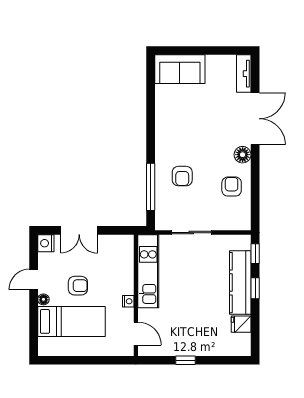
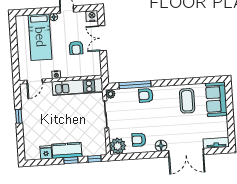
coffee table: (179, 112) -> (187, 101), added
armchair: (182, 176) -> (146, 95), moved
armchair: (232, 187) -> (139, 140), turned 180
plant: (239, 218) -> (118, 146), added
plant: (162, 224) -> (110, 94), added
kitchen counter: (240, 283) -> (67, 150), width x0.67
armchair: (78, 286) -> (76, 48), moved

